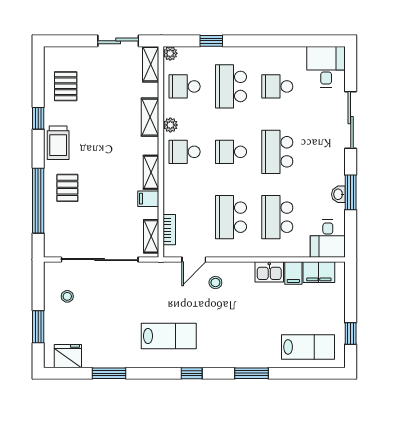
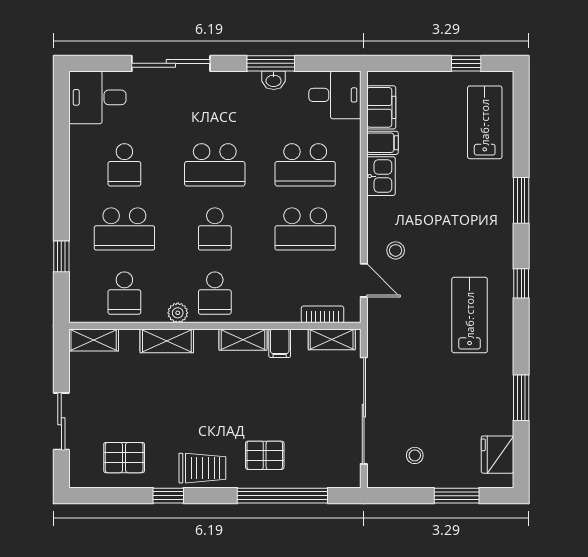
sliding door: (118, 41) -> (61, 421), moved
plant: (170, 53) -> (79, 313), removed

